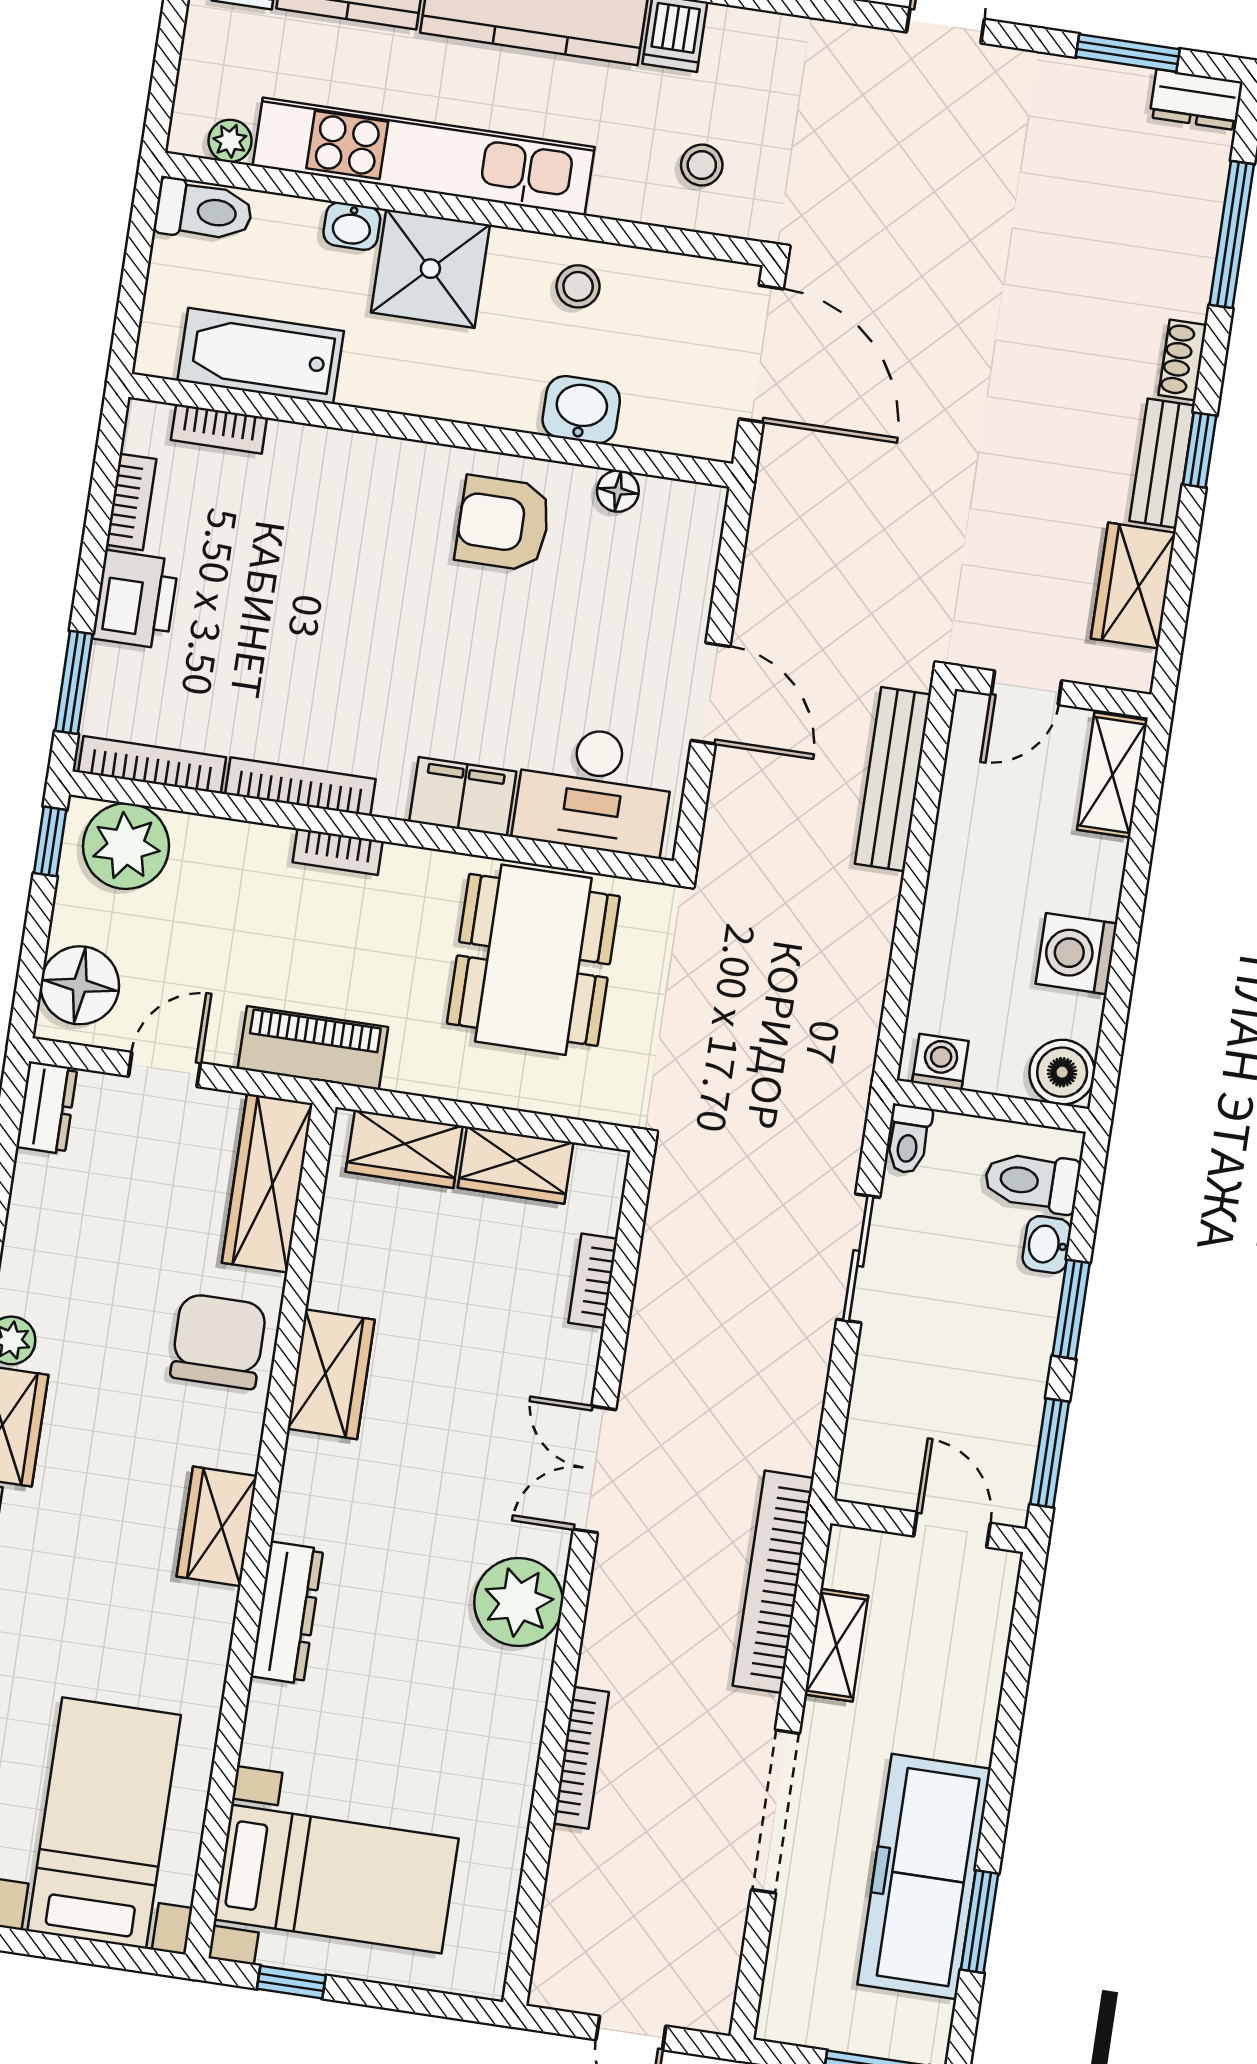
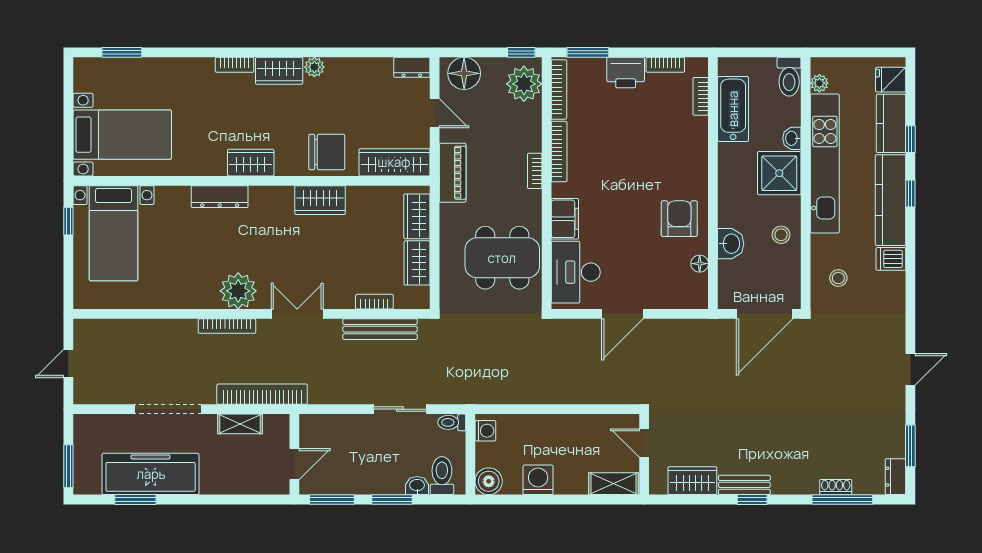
shoe rack: (1183, 360) -> (836, 487), moved
bench: (893, 779) -> (380, 329), moved
bookcase: (581, 1758) -> (227, 326), moved

